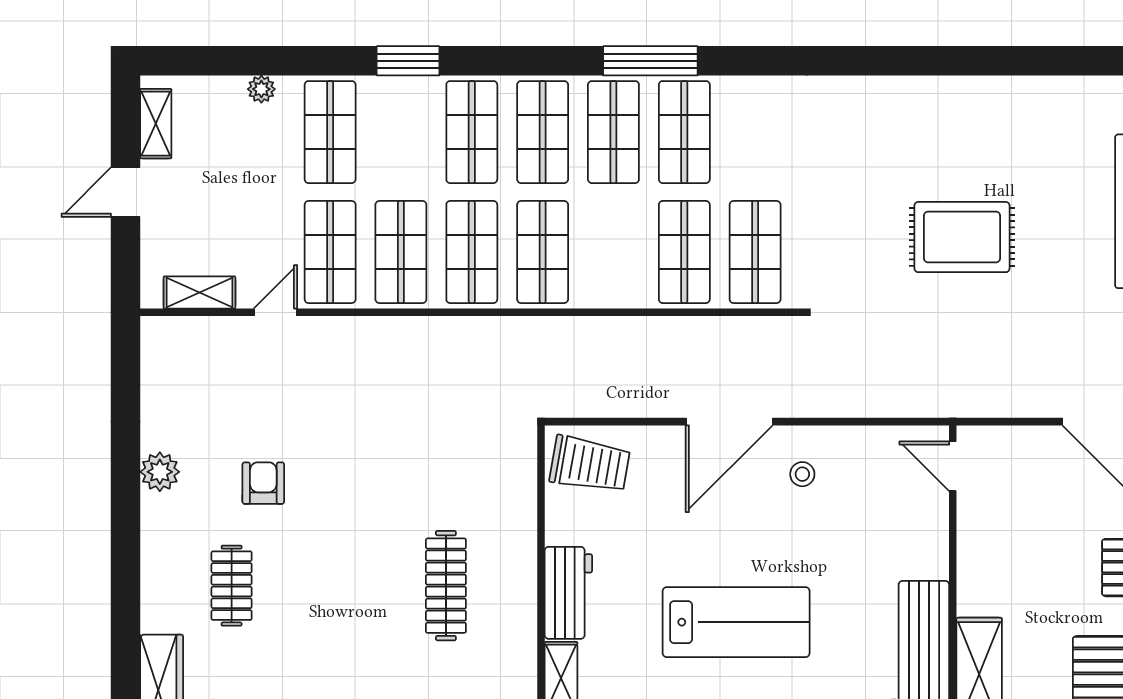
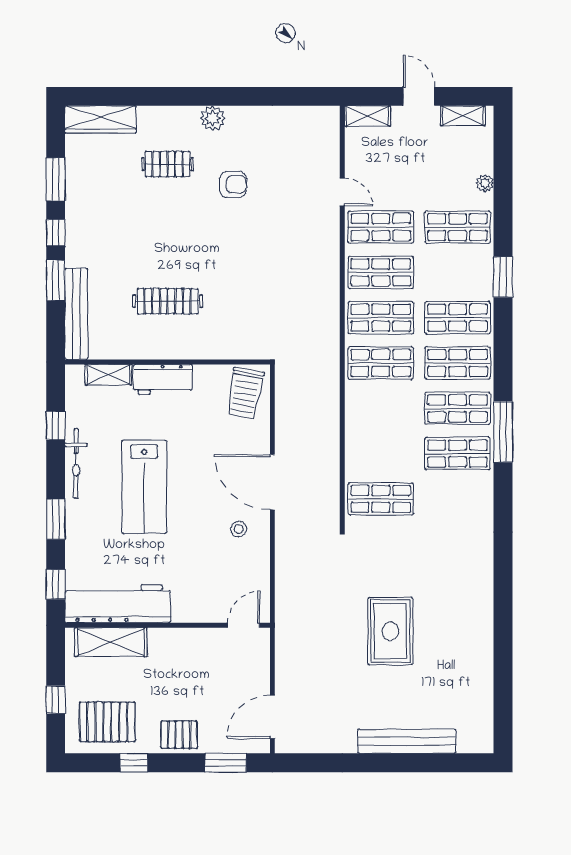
shop shelf: (684, 252) -> (381, 454), removed
shelving: (199, 293) -> (367, 116), moved, turned 90
plant: (160, 472) -> (213, 118), moved

